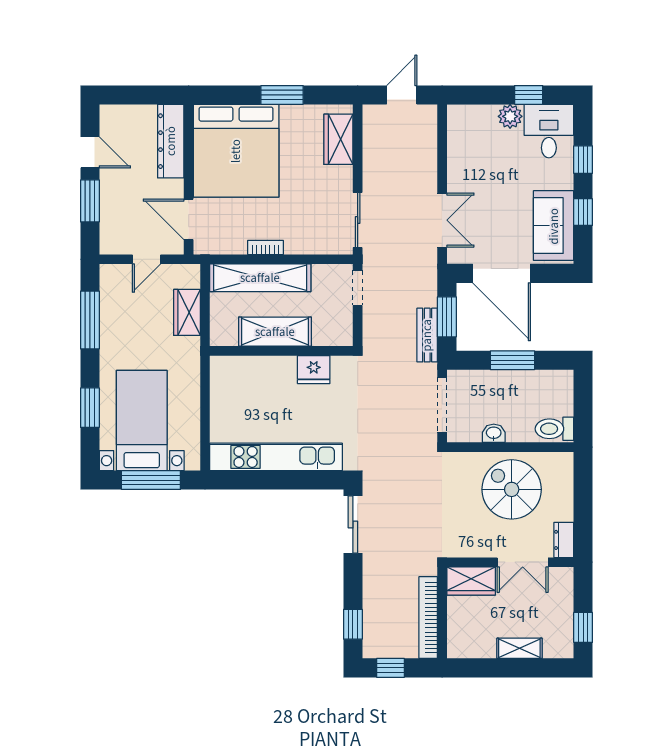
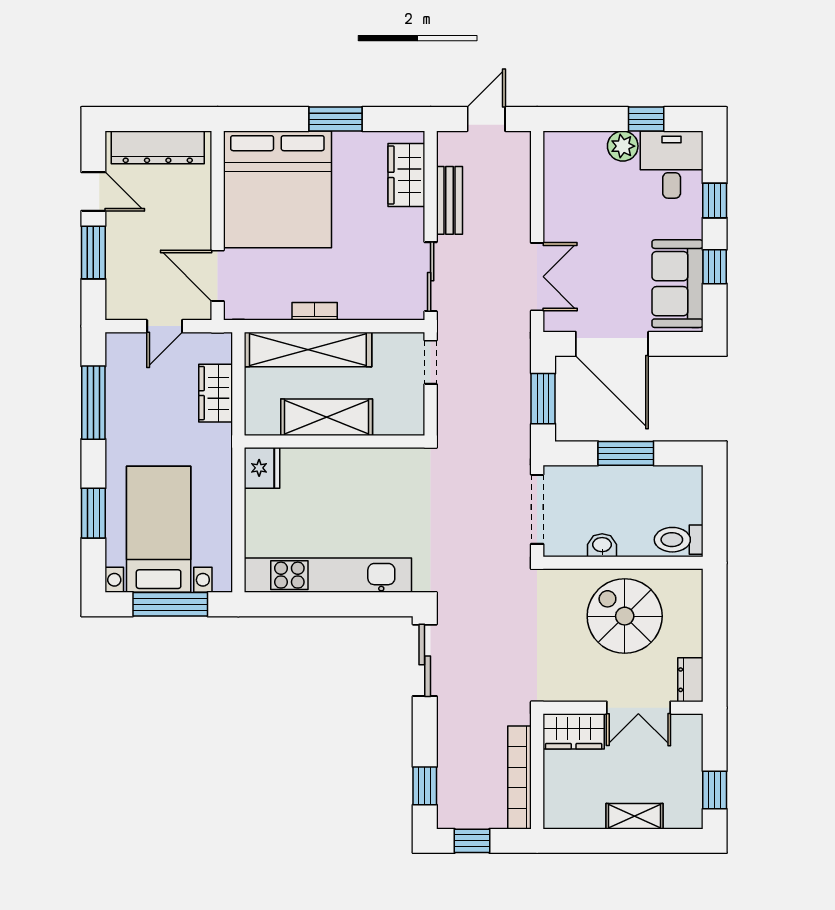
dresser: (171, 141) -> (158, 147), moved, turned -90
bench: (427, 335) -> (450, 200), moved
fridge: (314, 370) -> (262, 468), moved, turned -90

